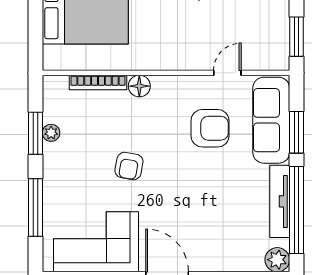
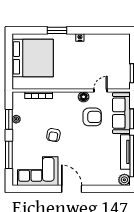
floor lamp: (139, 86) -> (84, 97), moved

